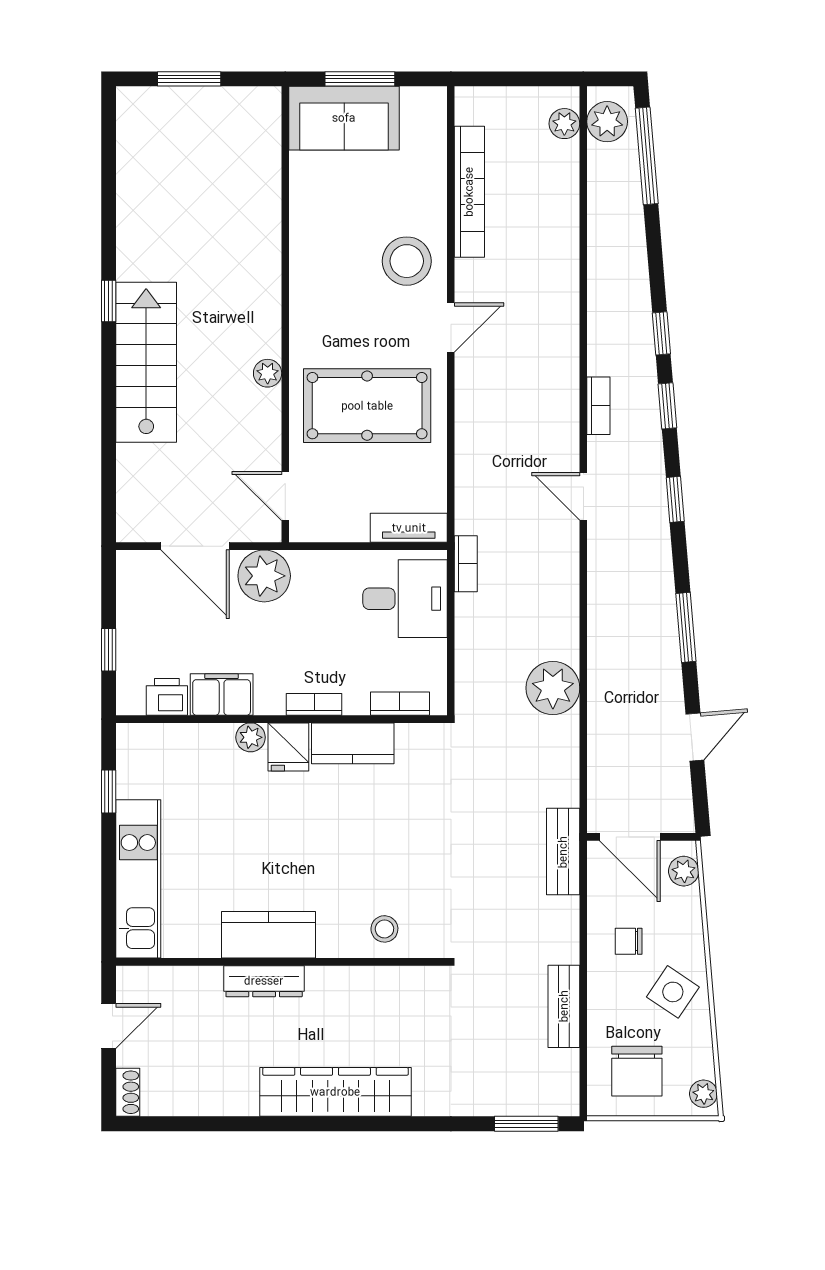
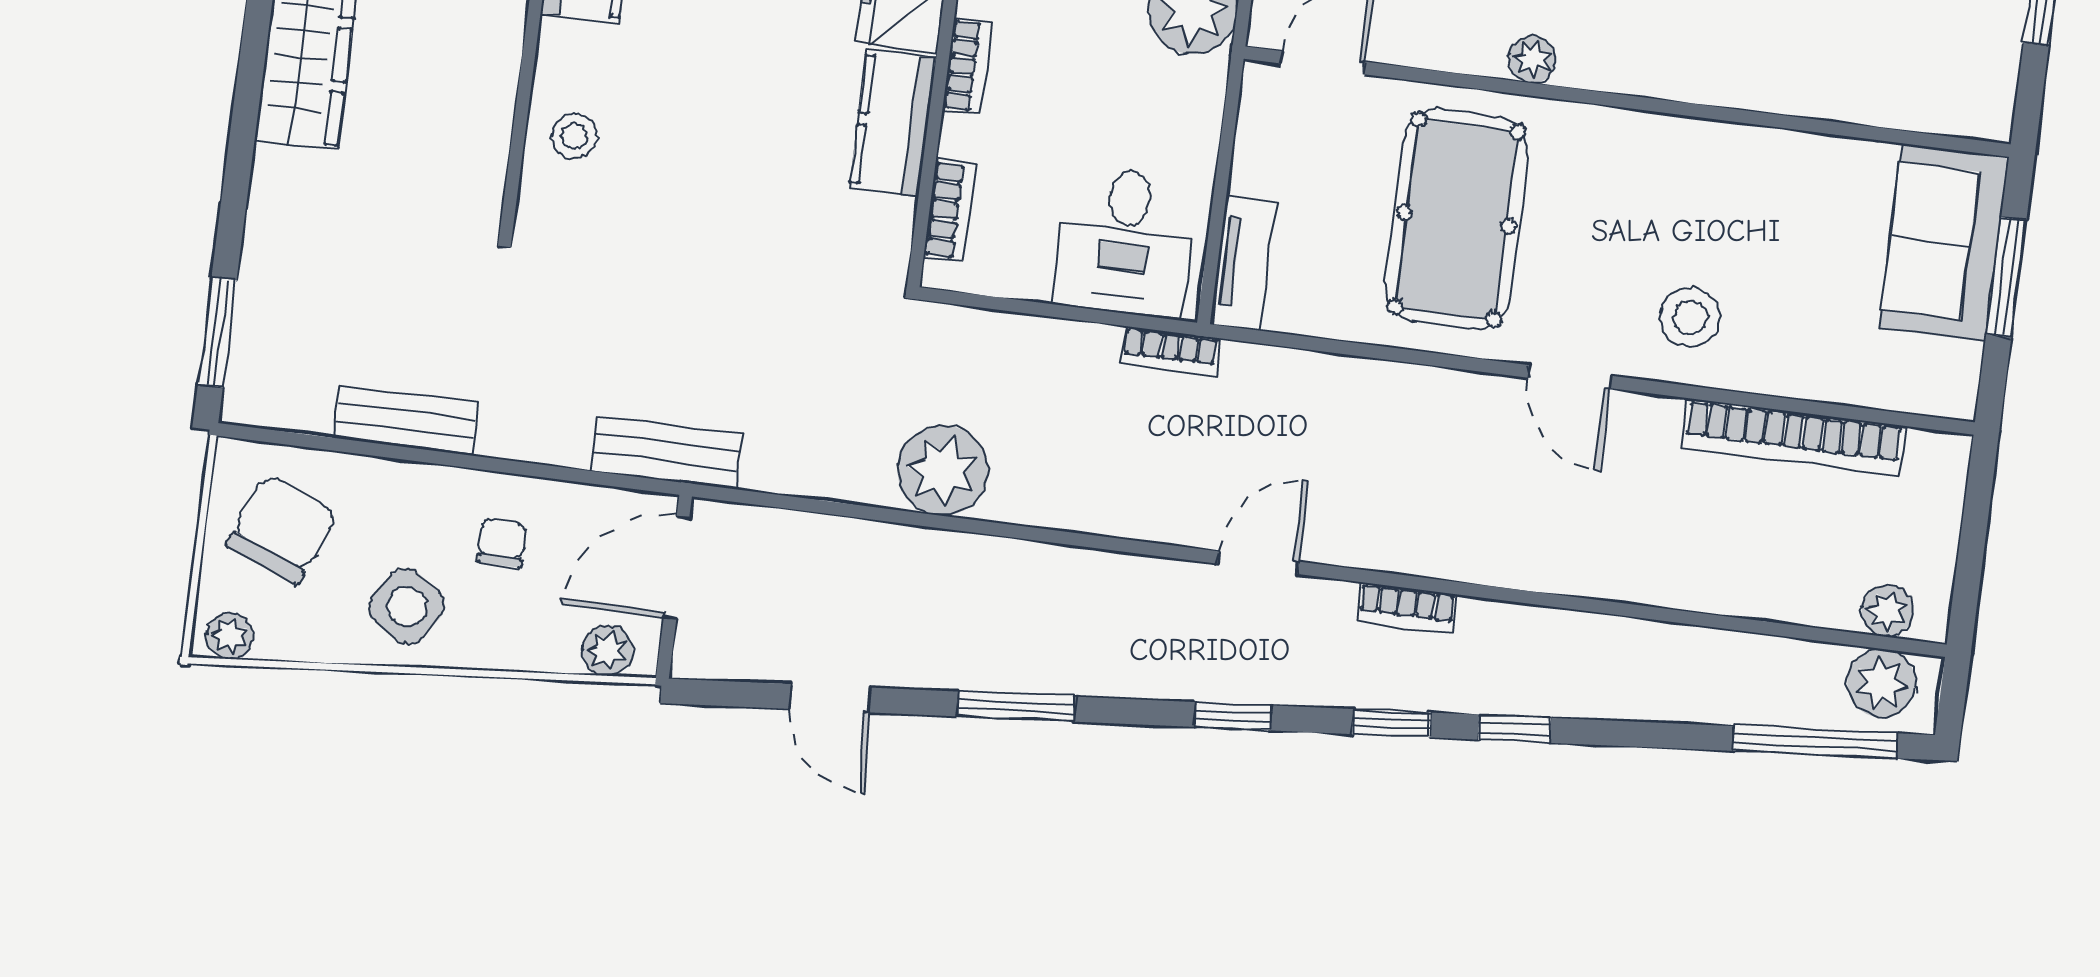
stool: (407, 261) -> (1691, 317), width x0.73, depth x0.73
chair: (637, 1071) -> (282, 529), turned 112

